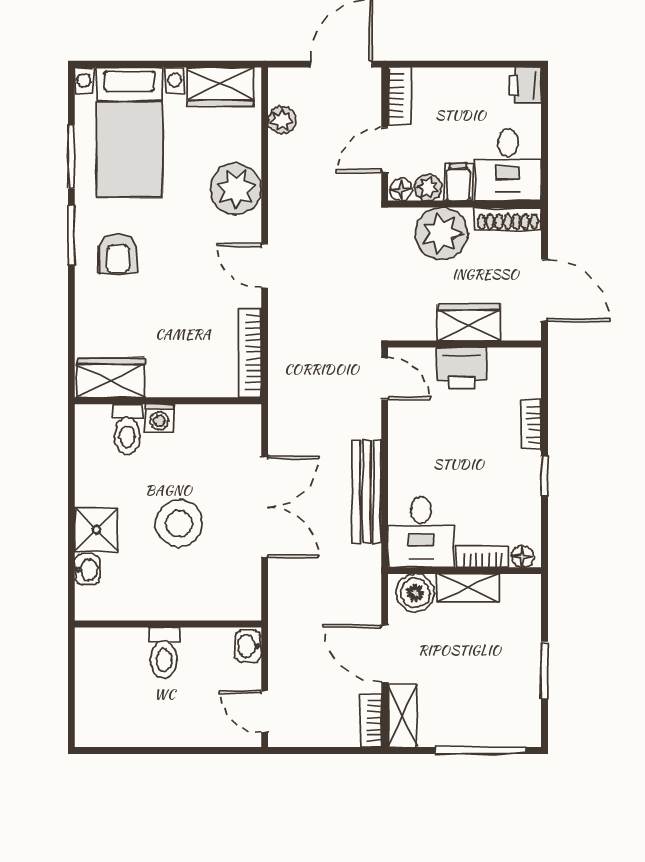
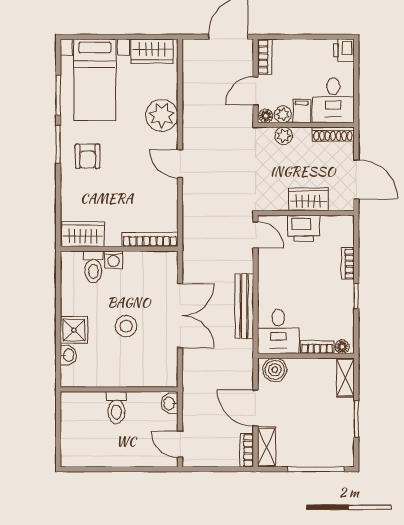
plant: (282, 120) -> (191, 72), removed
plant: (442, 234) -> (284, 136), width x0.53, depth x0.53
bookcase: (250, 353) -> (150, 239), moved, turned 90
stool: (179, 524) -> (126, 326), width x0.73, depth x0.73
shelving: (468, 588) -> (345, 378), moved, turned 90

